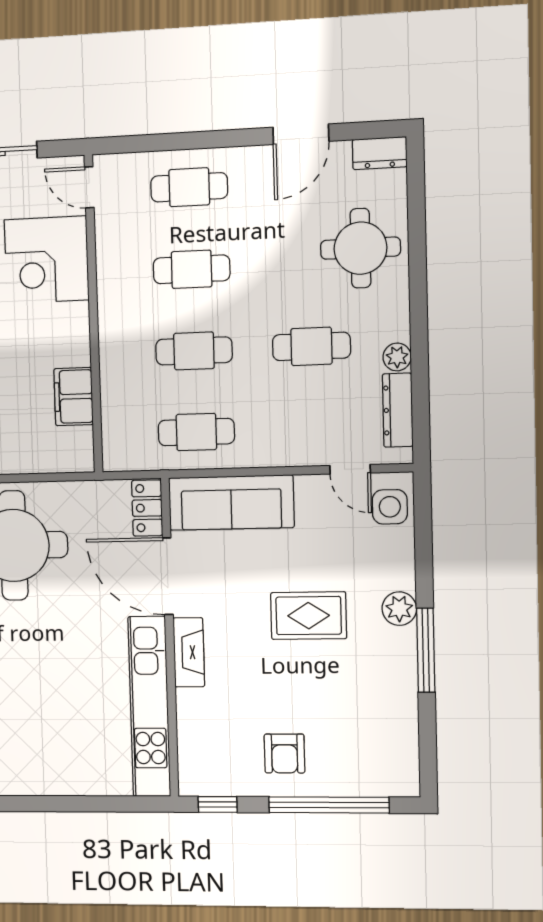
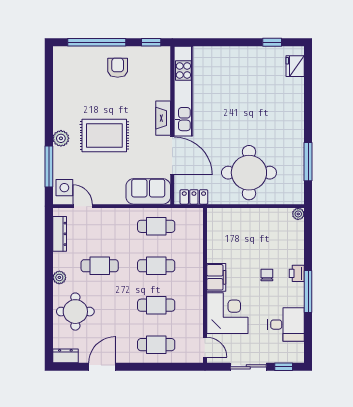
plant: (397, 357) -> (59, 277), moved
filing cabinet: (74, 397) -> (216, 277), moved
sofa: (231, 503) -> (148, 191), width x0.73
locker: (147, 508) -> (194, 197), moved, turned -90
rug: (309, 616) -> (104, 136), width x1.36, depth x1.43
window: (426, 650) -> (49, 166), moved

